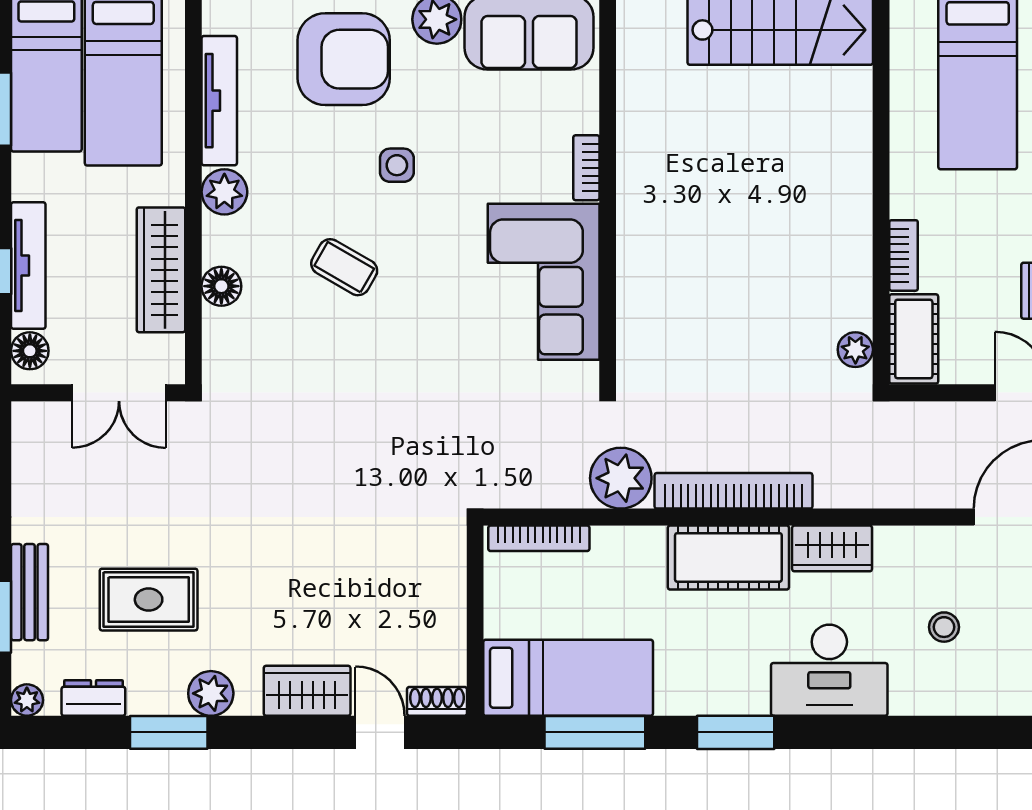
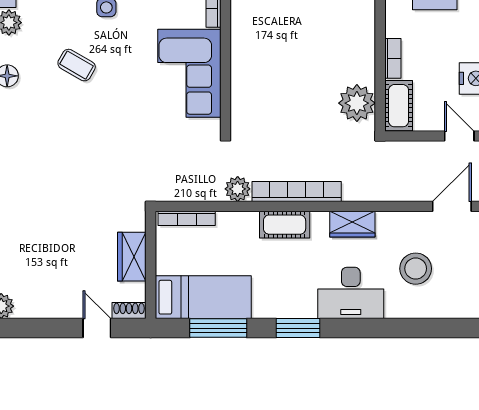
plant: (855, 350) -> (357, 103), width x1.88, depth x1.88
plant: (621, 478) -> (238, 189), width x0.73, depth x0.73
cot: (728, 557) -> (285, 225), width x0.73, depth x0.75
stool: (944, 627) -> (416, 269), width x1.89, depth x1.89
wardrobe: (307, 691) -> (132, 257), moved, turned -90

